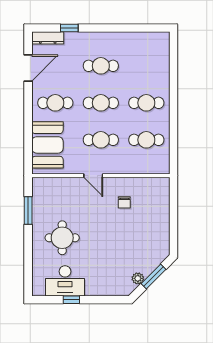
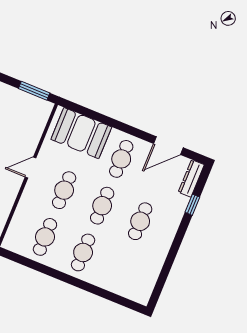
door: (28, 68) -> (168, 146), hinge flipped
window: (28, 211) -> (34, 91), moved

